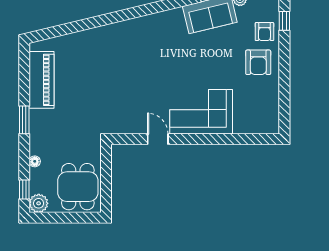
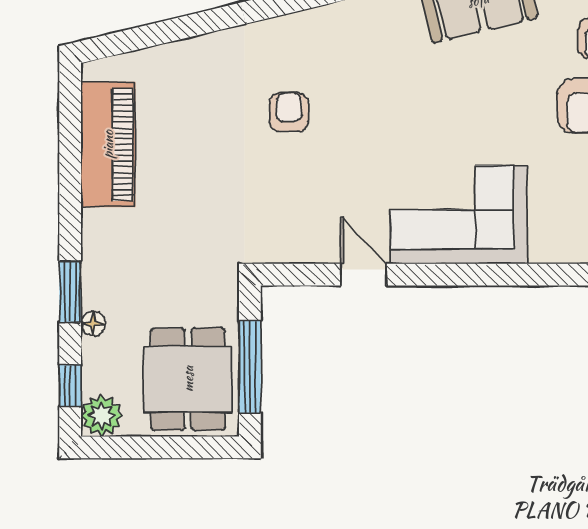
armchair: (124, 65) -> (289, 112), added
window: (24, 120) -> (70, 292), moved
window: (106, 181) -> (250, 367), added

